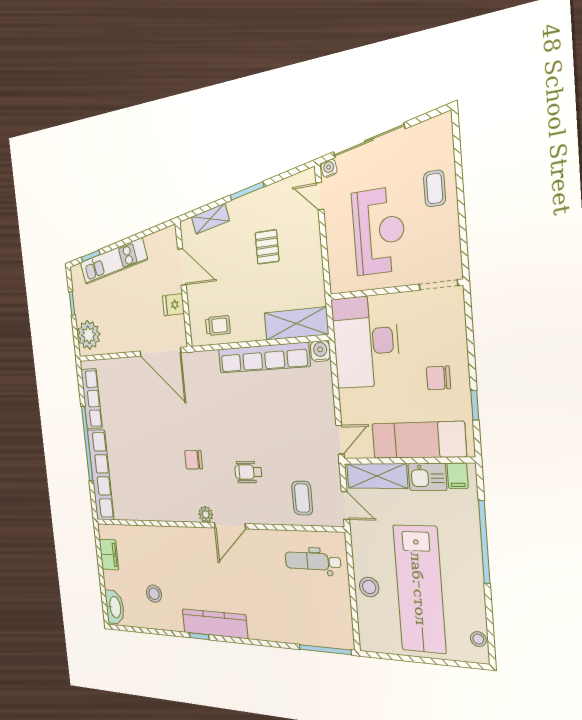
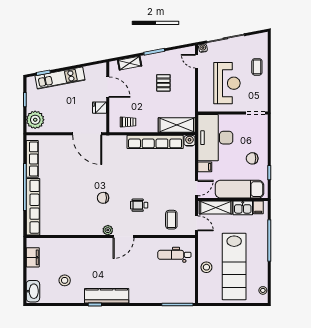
filing cabinet: (351, 399) -> (205, 167), added

